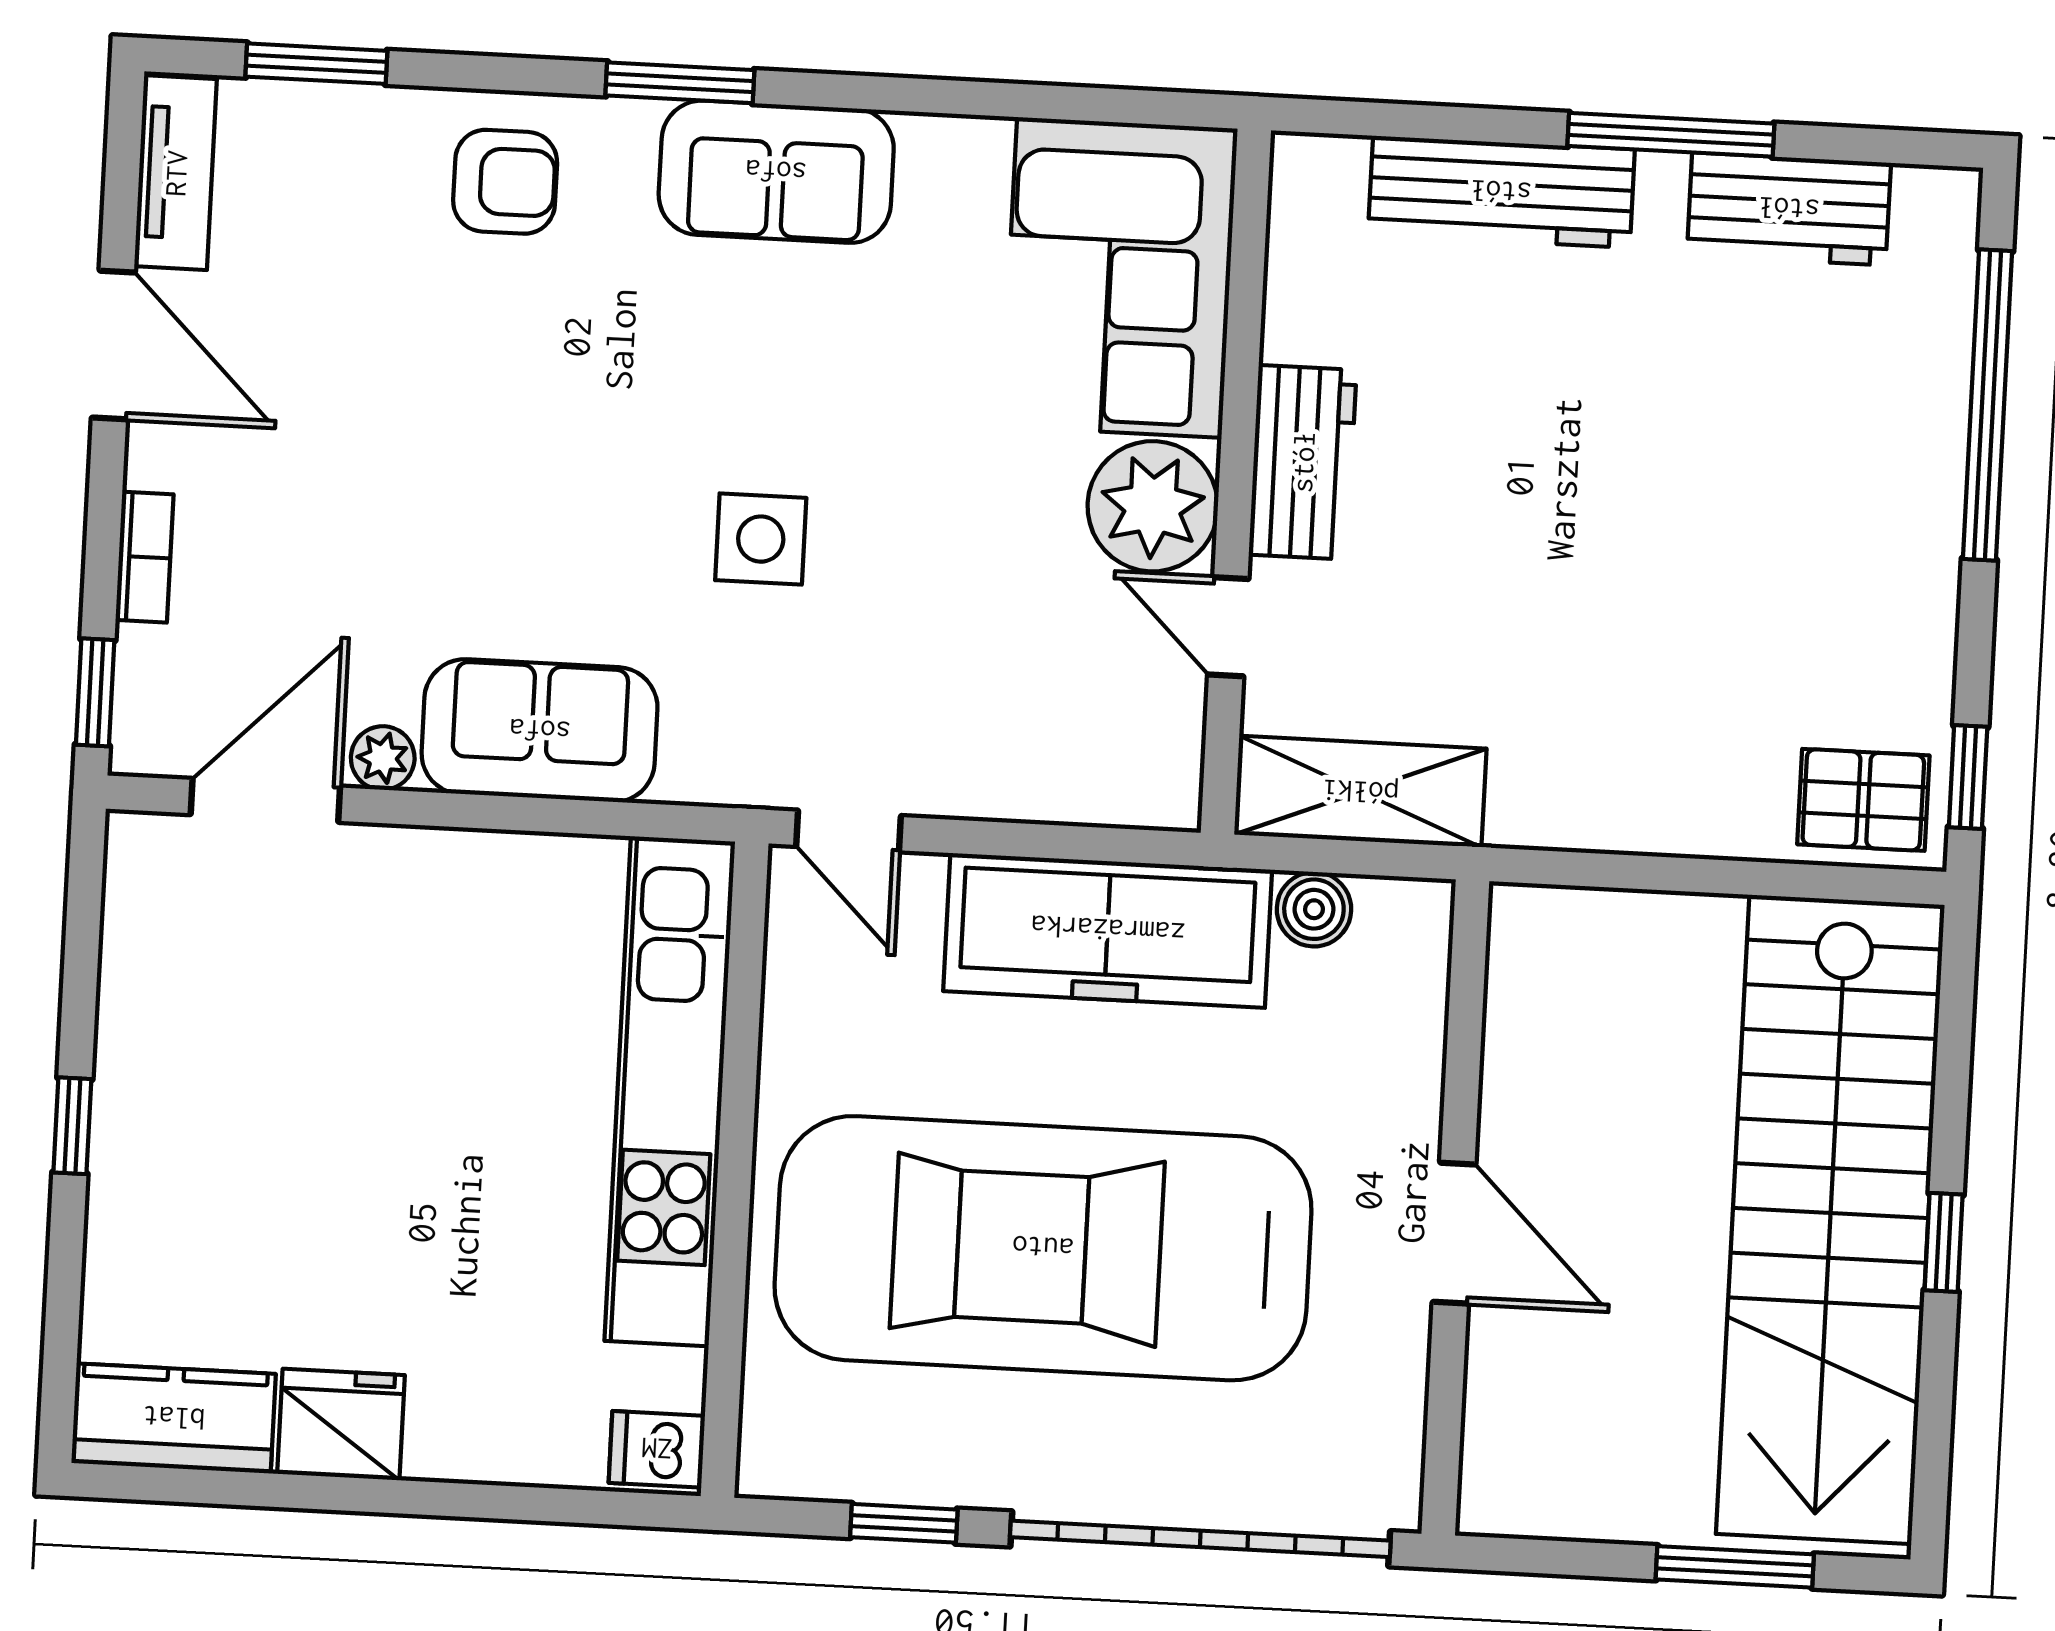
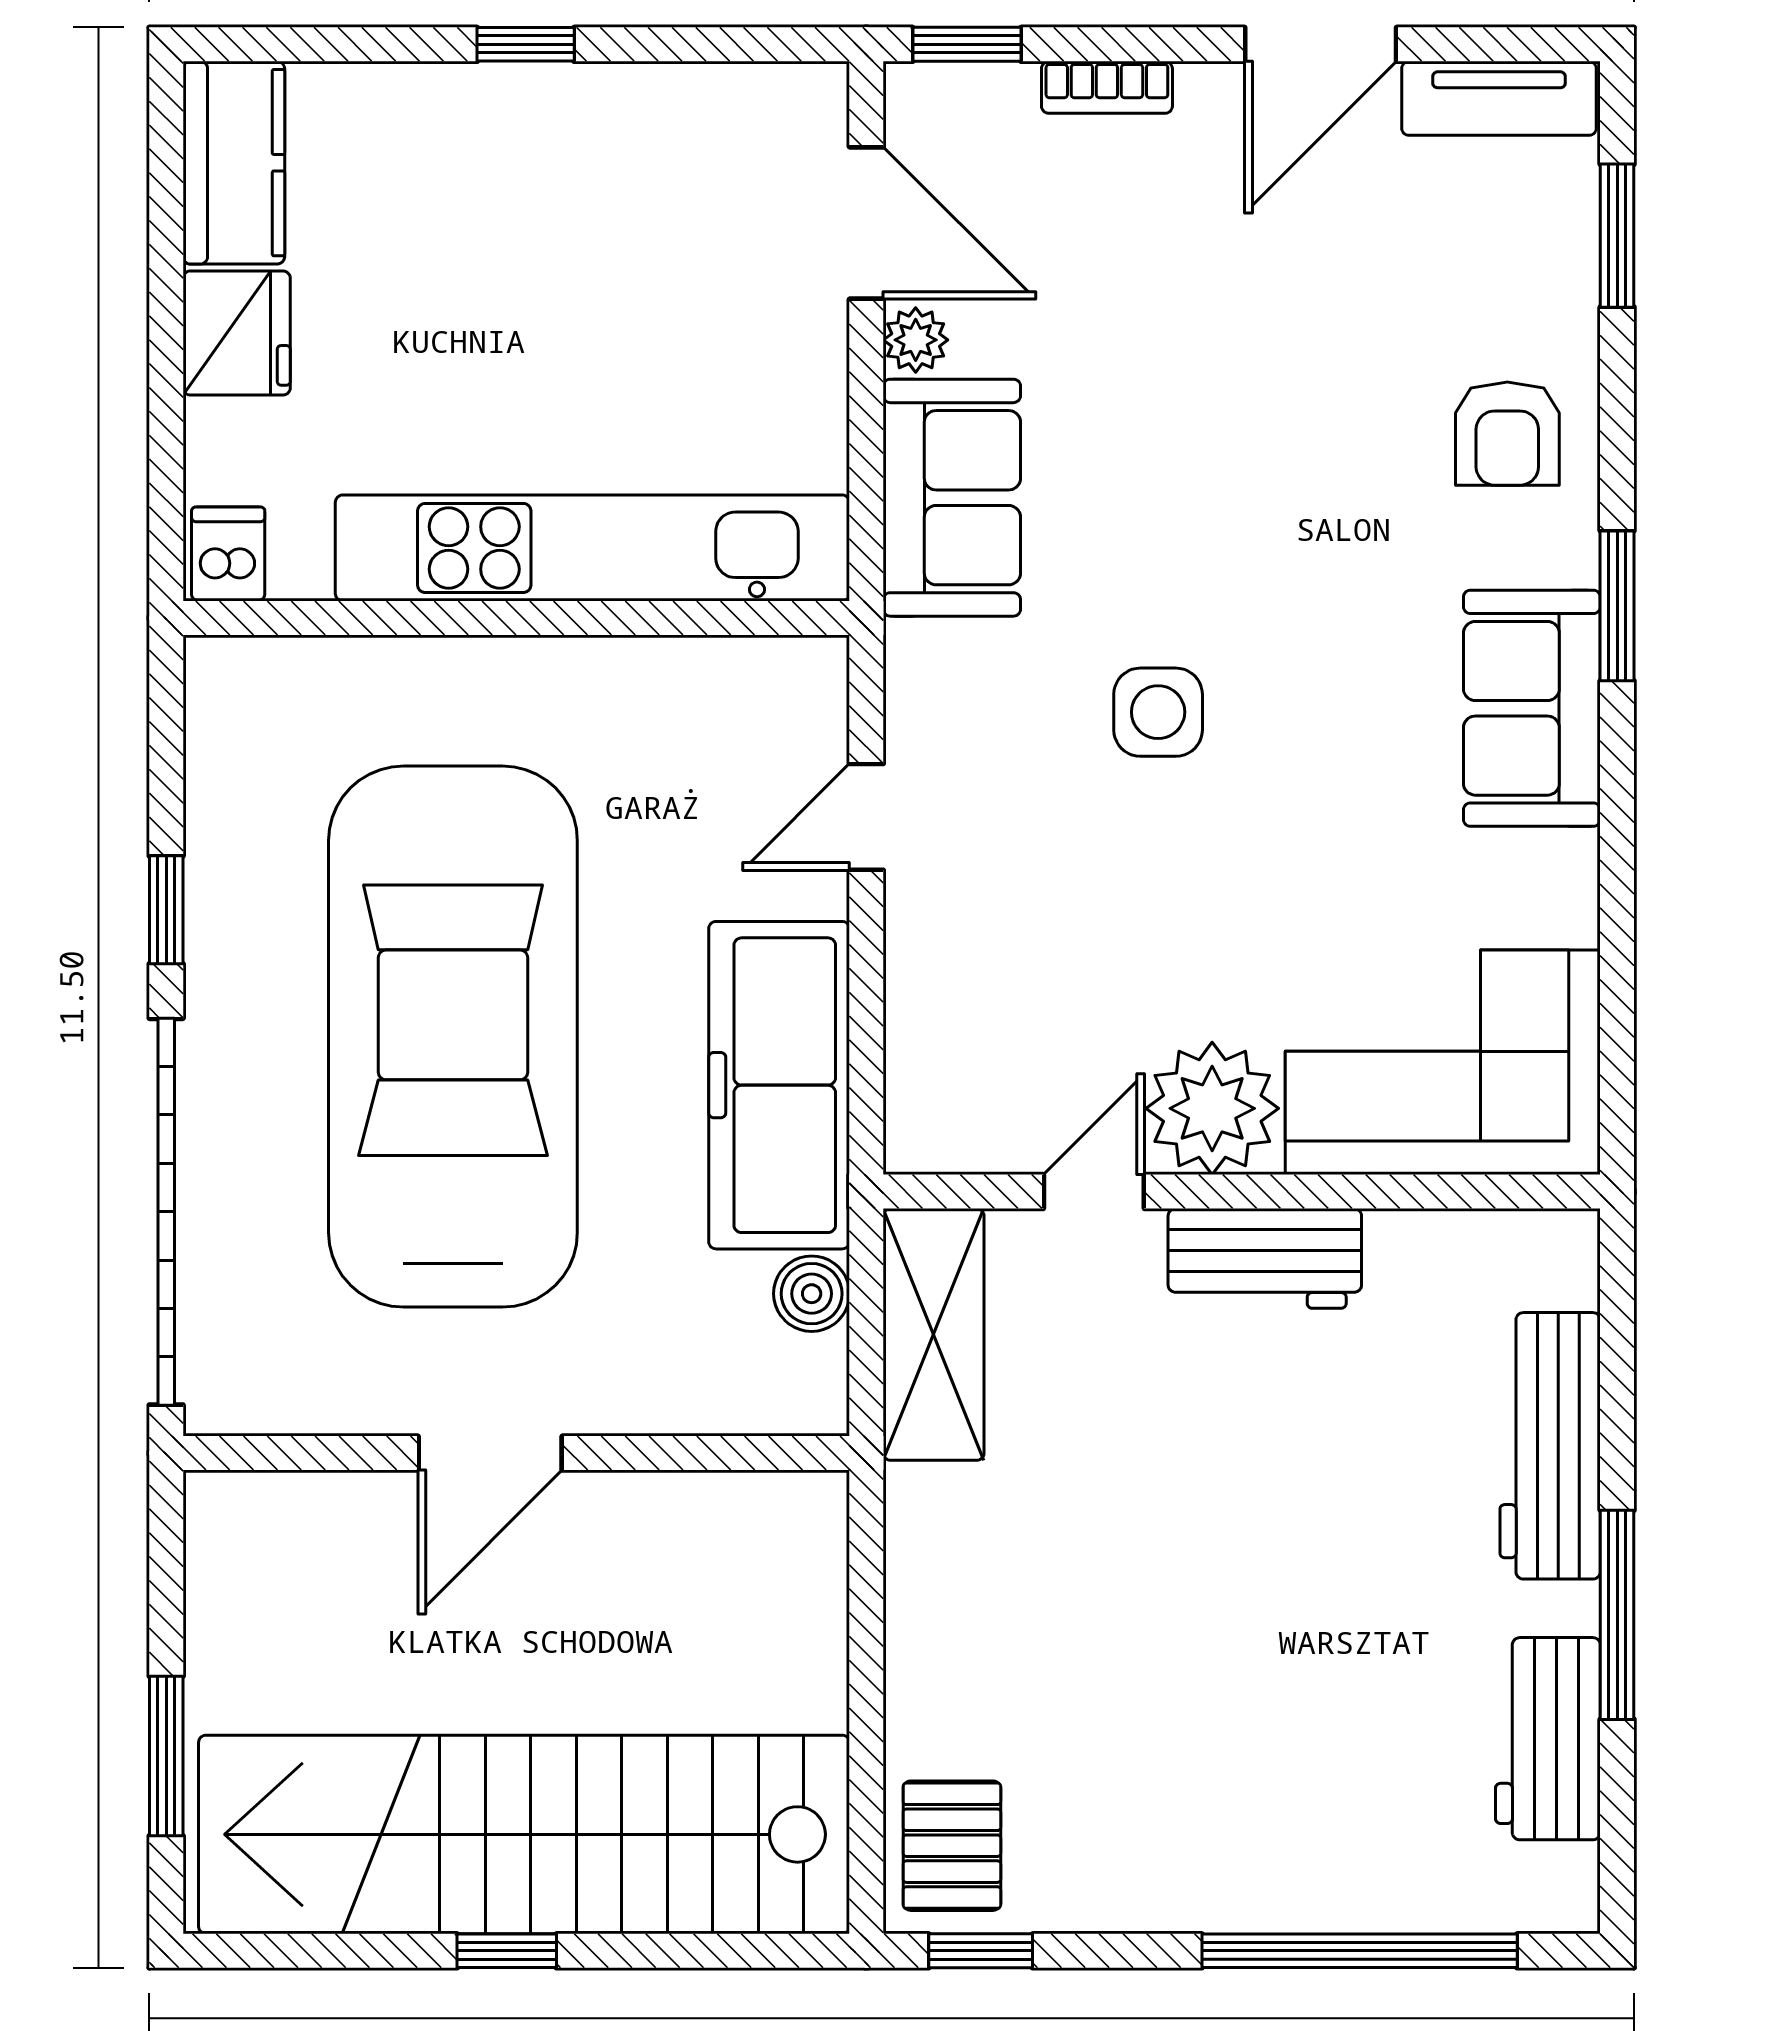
kitchen unit: (670, 1091) -> (592, 548), moved
wall: (735, 1170) -> (516, 618), moved
dishwasher: (657, 1449) -> (228, 554), moved

